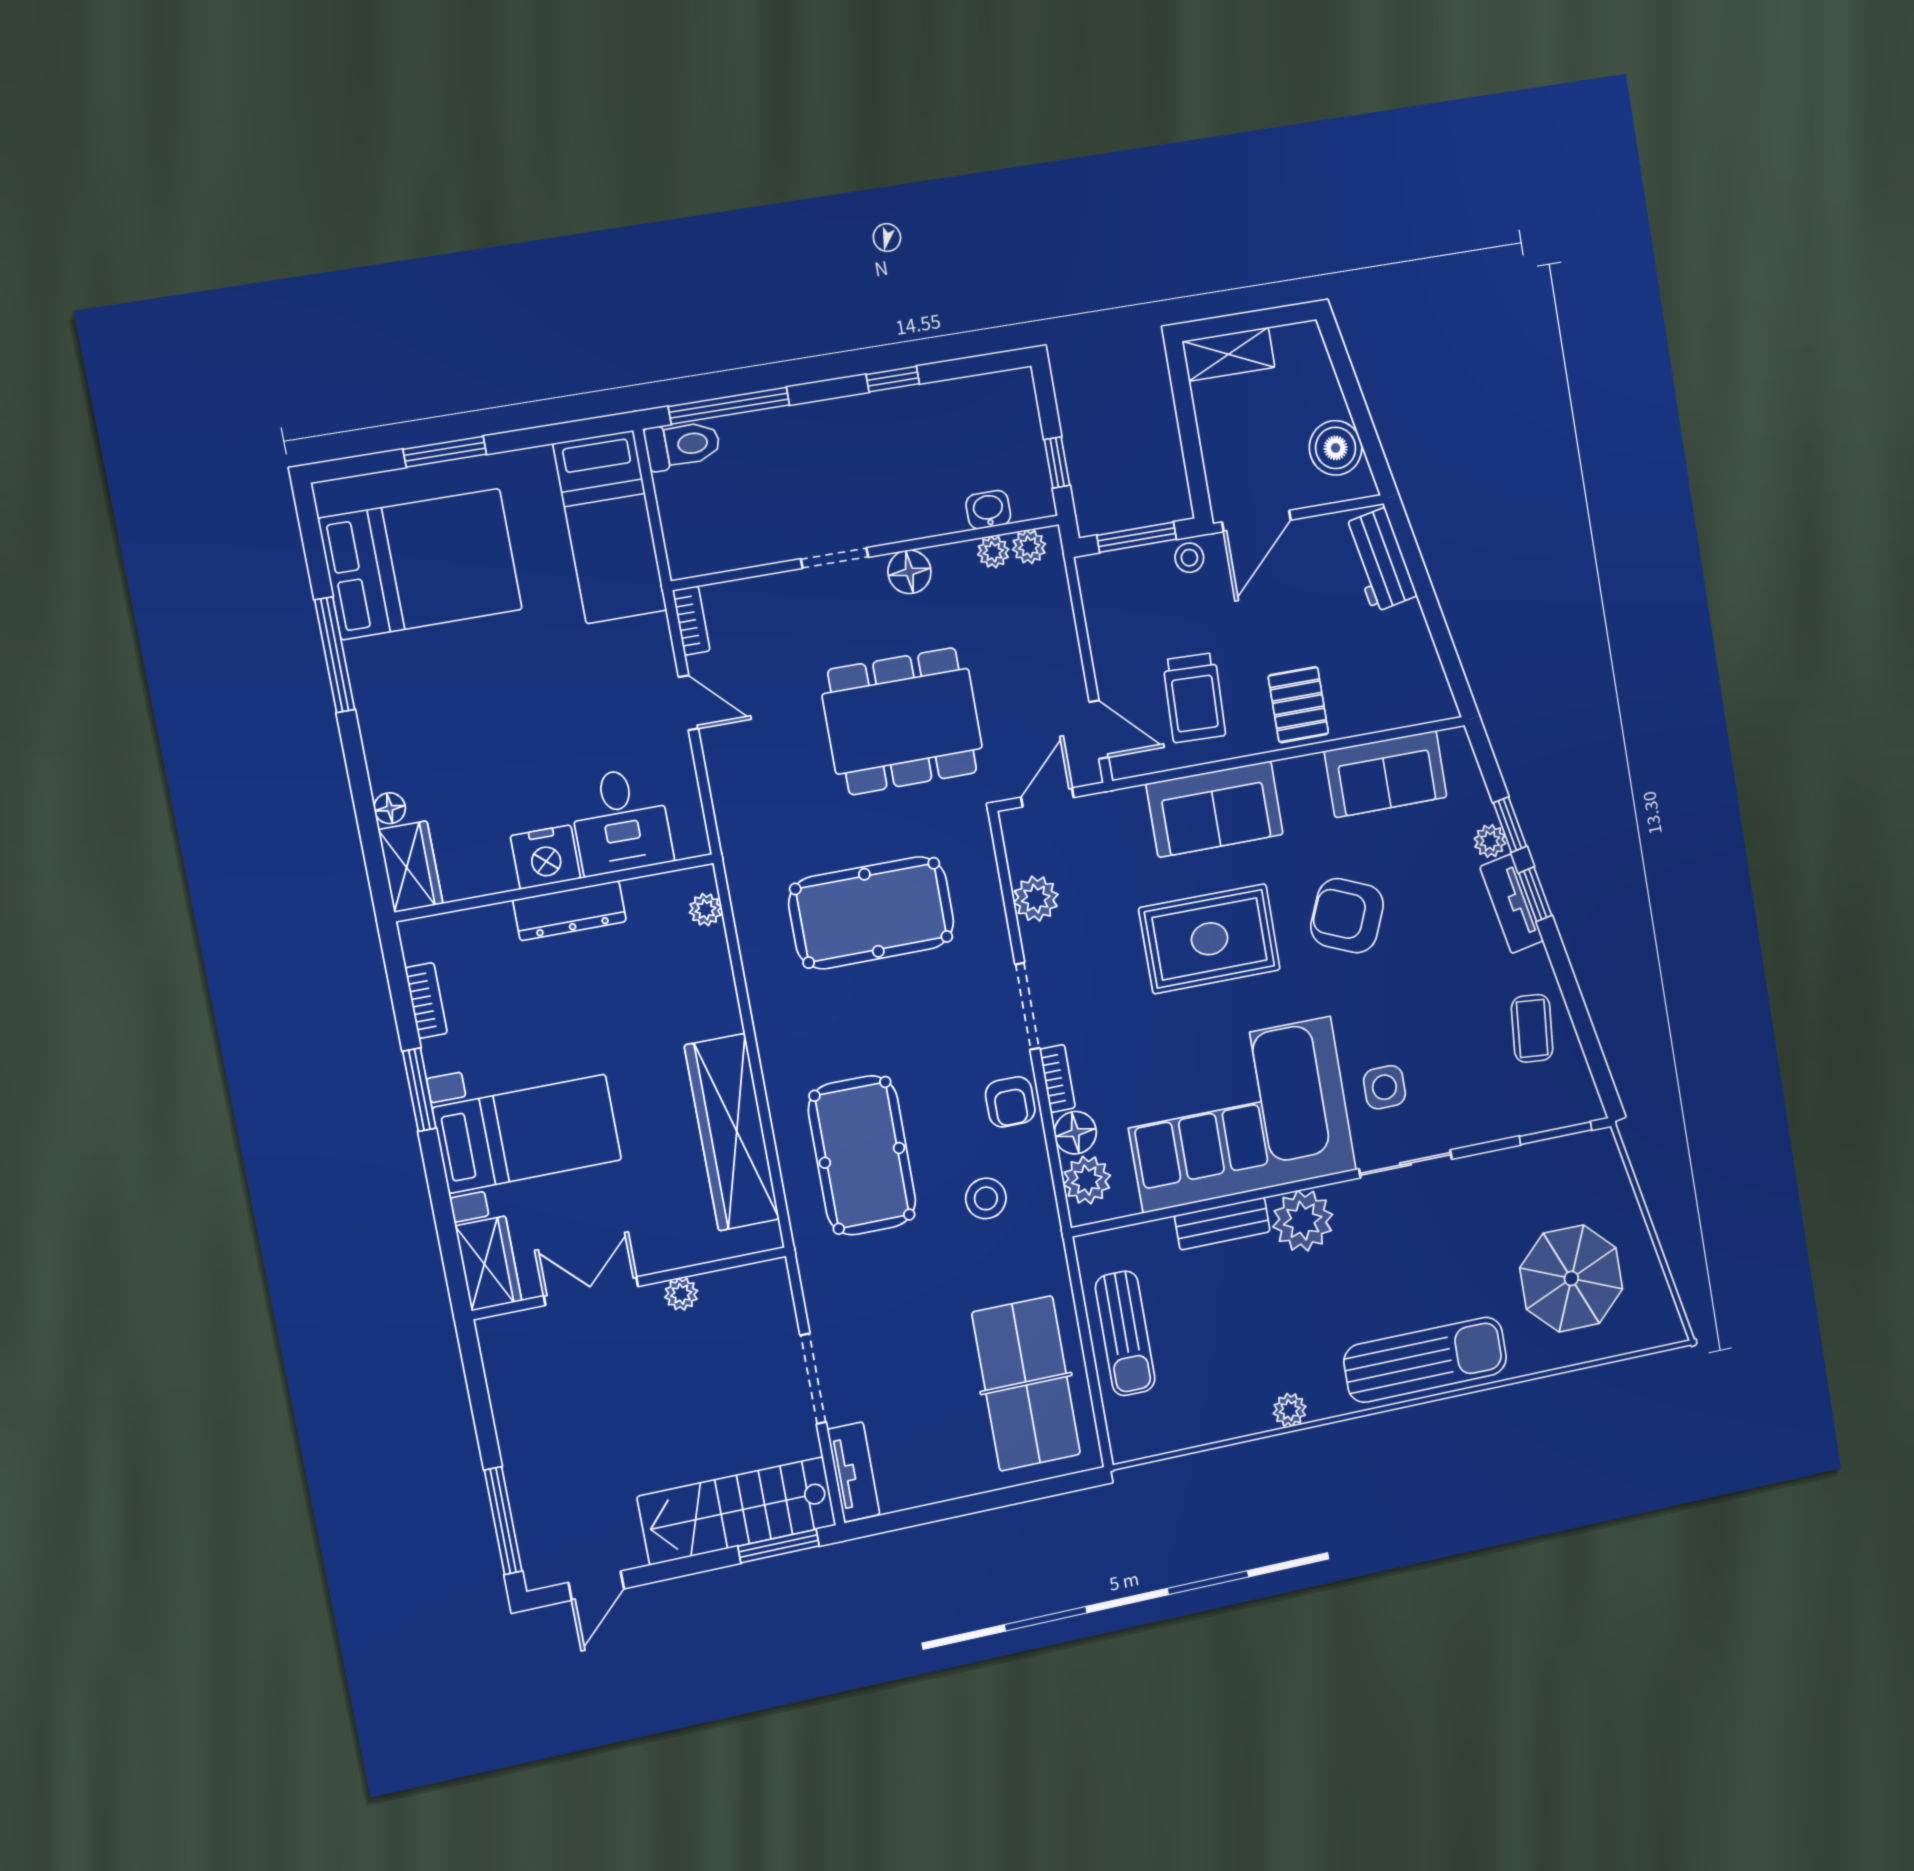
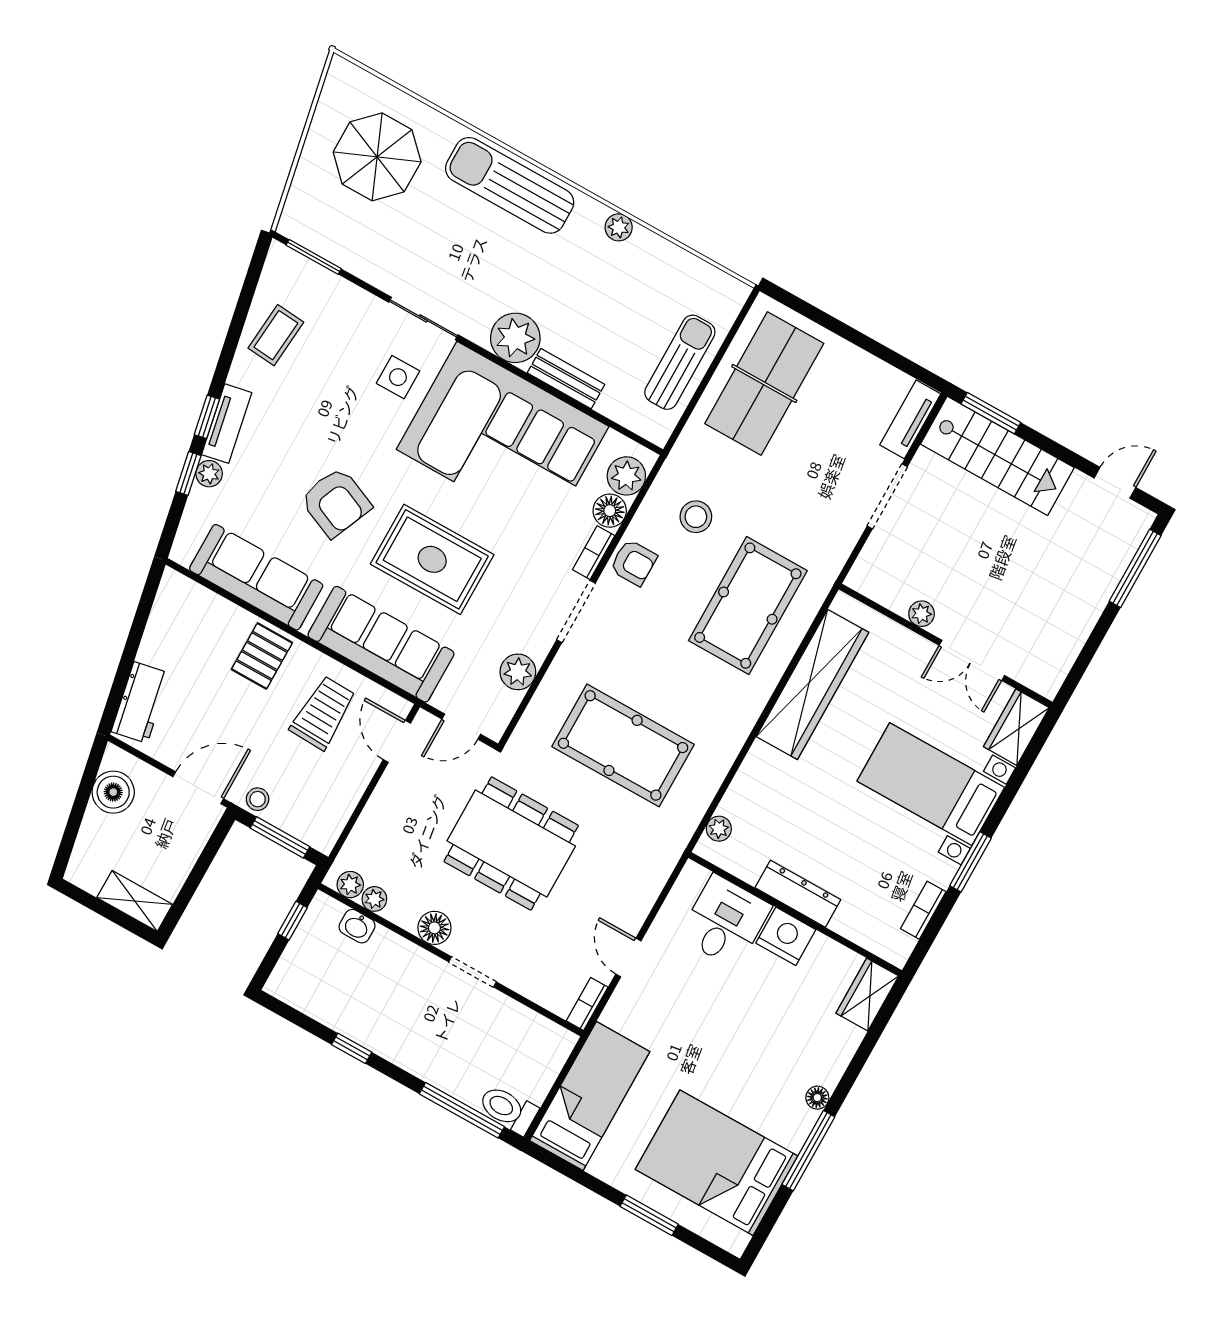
sofa: (1386, 774) -> (256, 577), width x1.36
floor lamp: (390, 808) -> (817, 1098), moved
sofa: (1215, 809) -> (381, 644), width x1.36
armchair: (1010, 1102) -> (633, 563), turned 90

